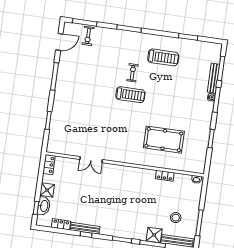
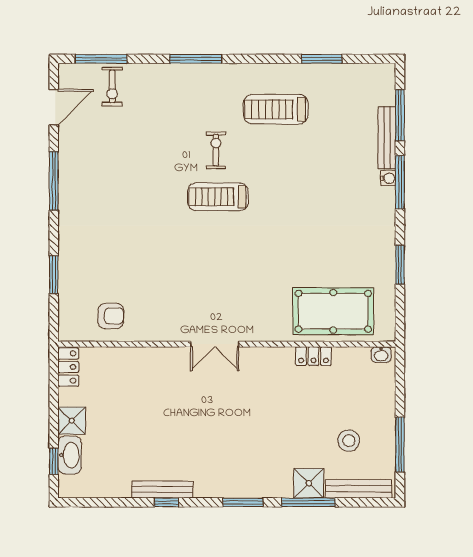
treadmill: (163, 57) -> (276, 109), turned 180
treadmill: (130, 95) -> (218, 197), turned 180
pool table: (164, 140) -> (333, 311), moved
armchair: (72, 143) -> (111, 316), added
double door: (91, 160) -> (215, 344), moved
locker: (61, 224) -> (111, 488), removed

